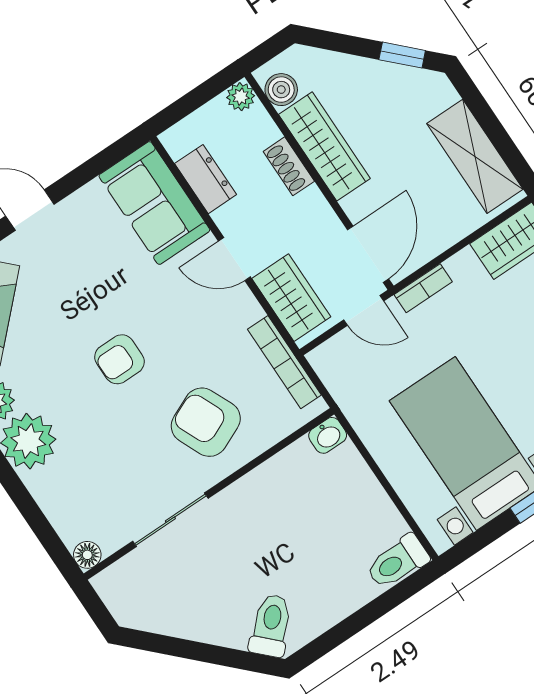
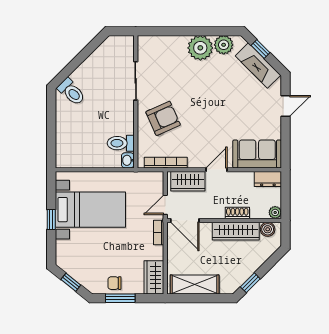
dresser: (206, 179) -> (268, 179), moved
armchair: (119, 359) -> (208, 102), removed
floor lamp: (87, 555) -> (143, 41), removed
toilet: (397, 562) -> (121, 143), moved, turned -90

